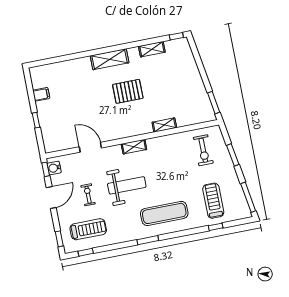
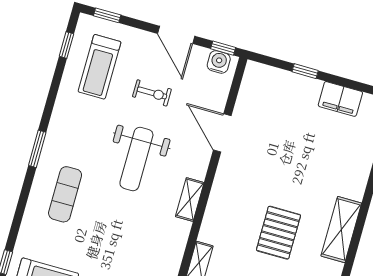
filing cabinet: (41, 94) -> (340, 99), width x2.00
door: (90, 147) -> (222, 133), swing flipped
exercise mat: (164, 213) -> (65, 194), width x0.73, depth x0.69

